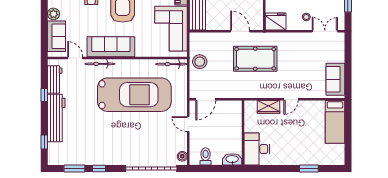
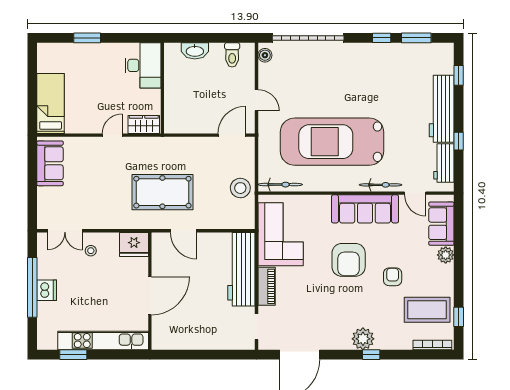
wall: (243, 133) -> (162, 88), moved
desk: (257, 149) -> (143, 65), moved

